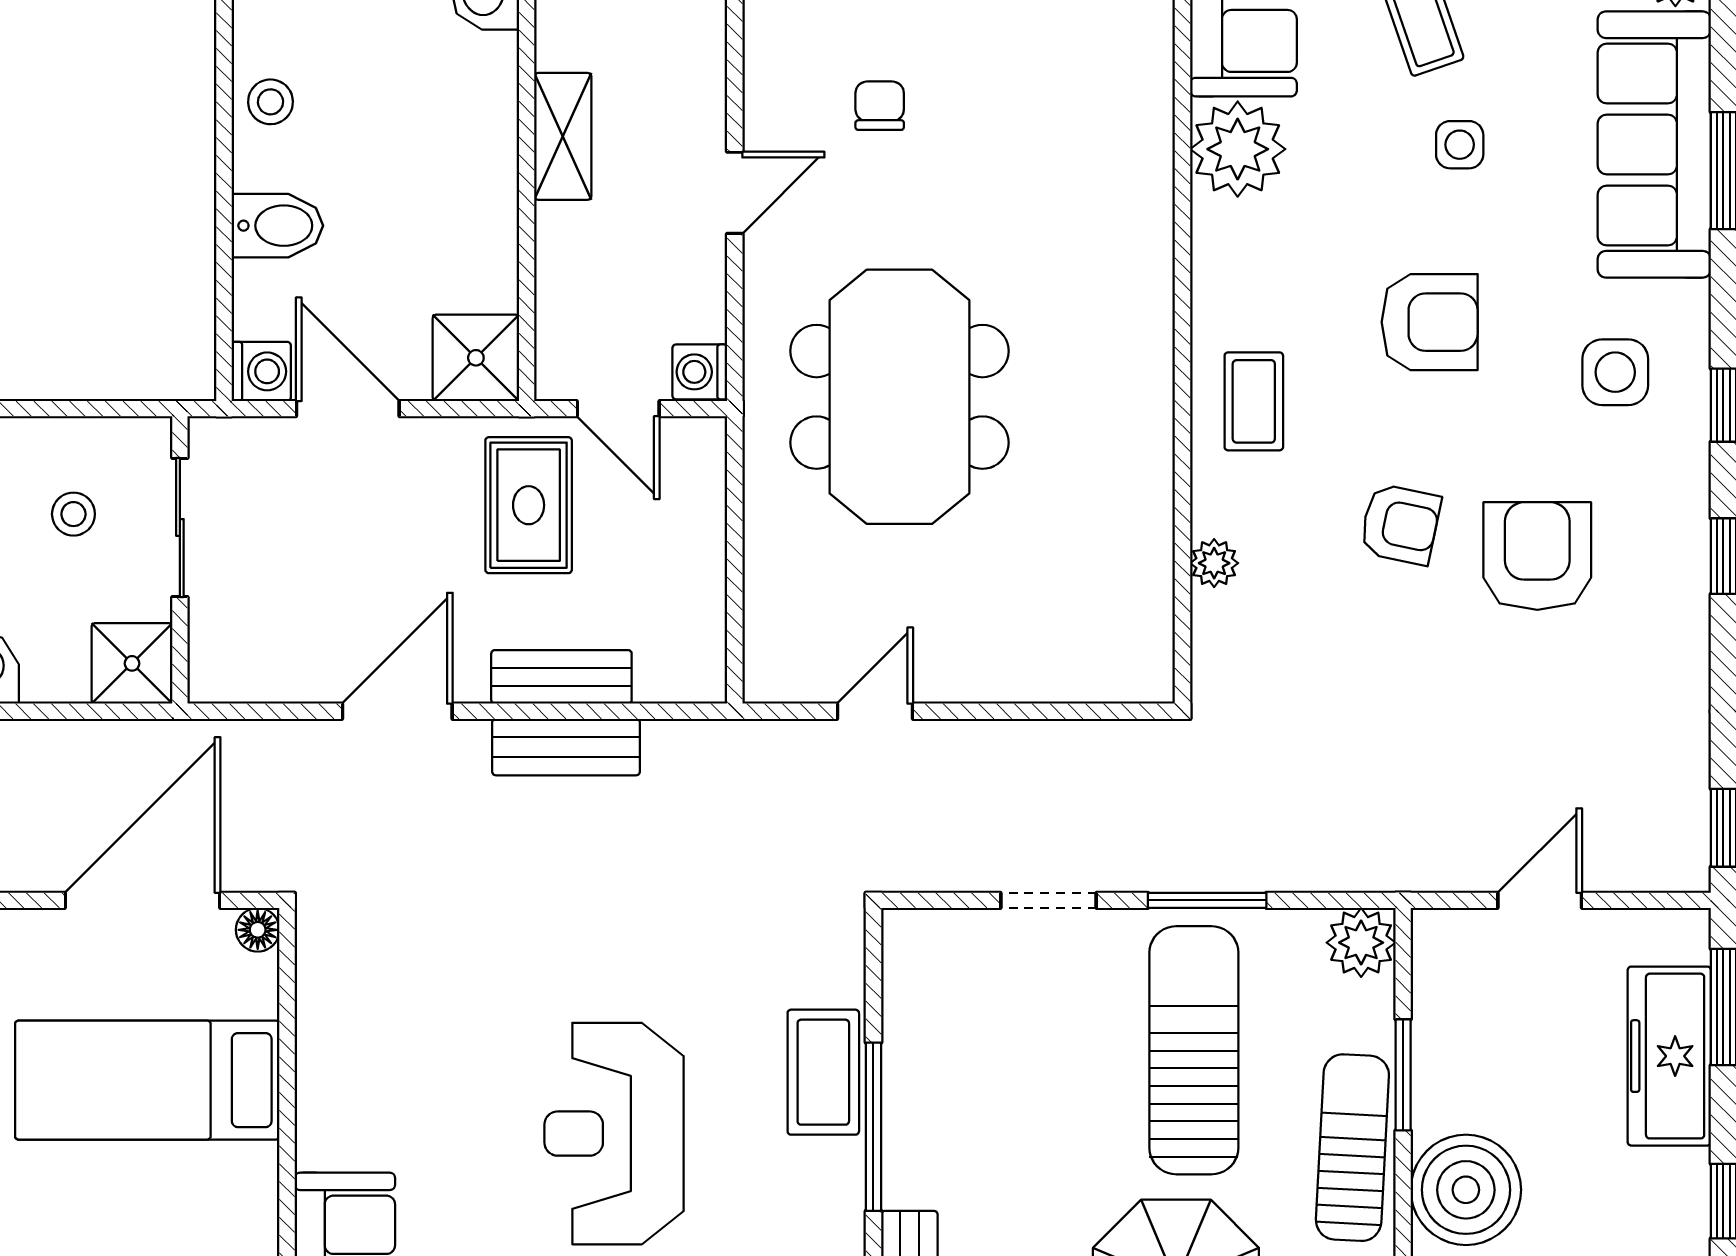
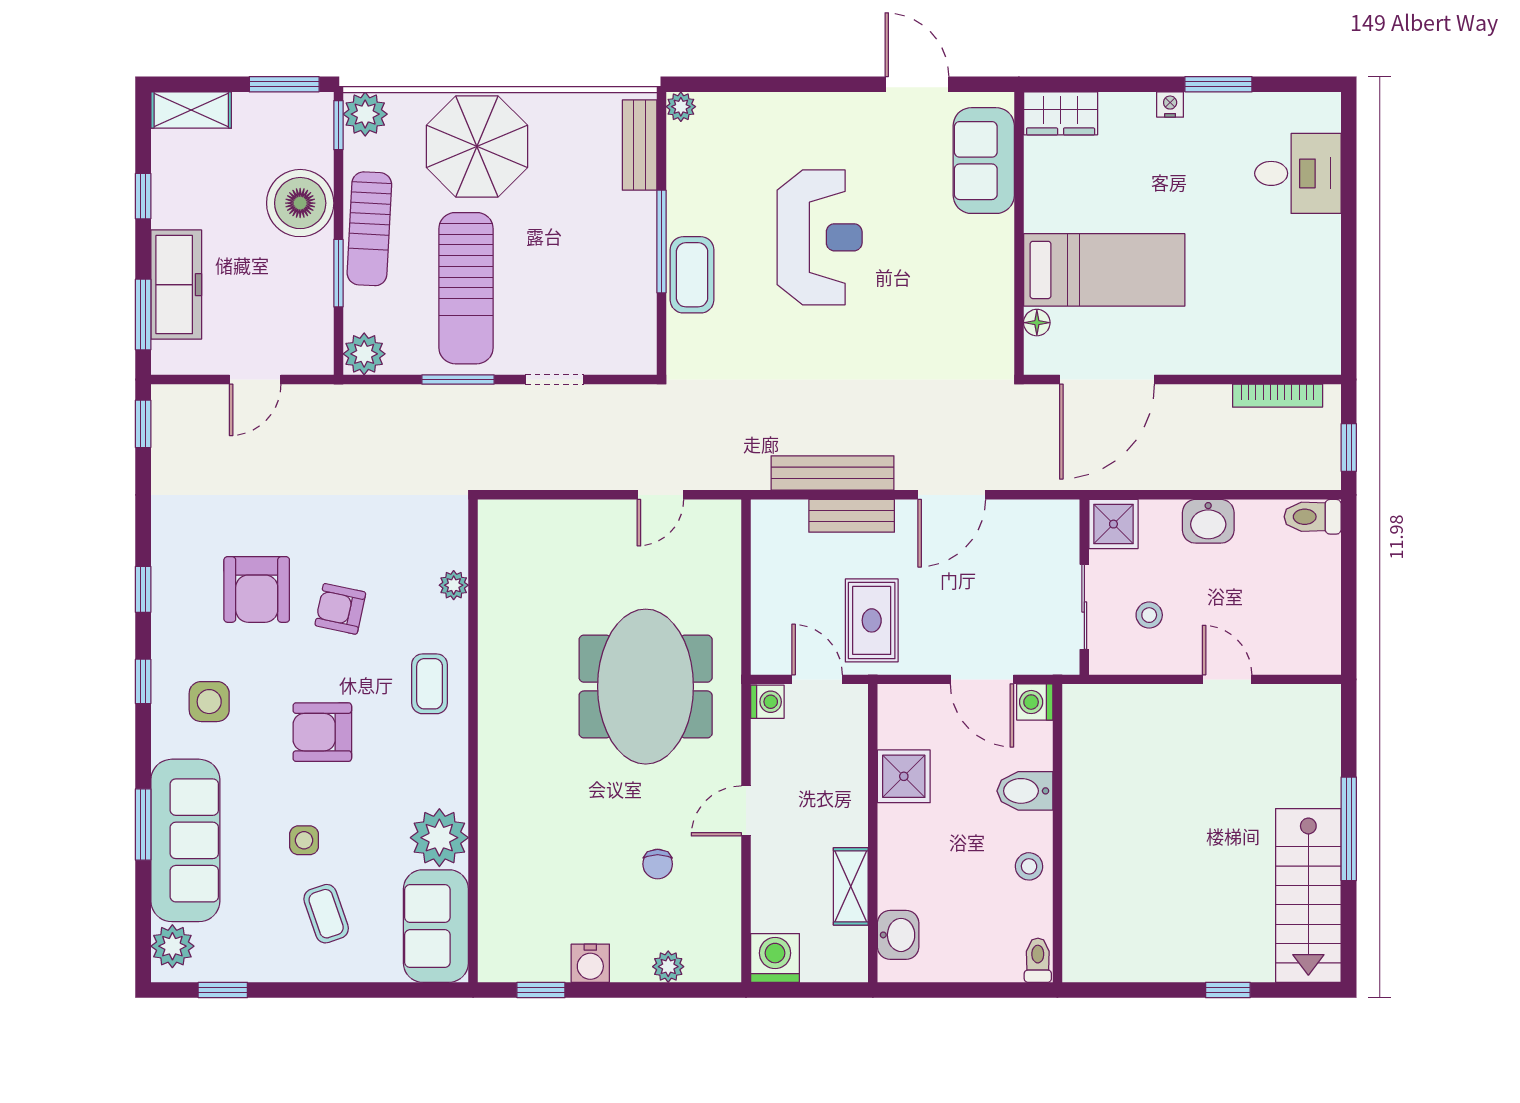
shelving: (563, 136) -> (851, 886), moved
shower: (476, 358) -> (904, 776), moved
bench: (566, 747) -> (832, 473), width x1.36
floor lamp: (258, 930) -> (1037, 323), moved

